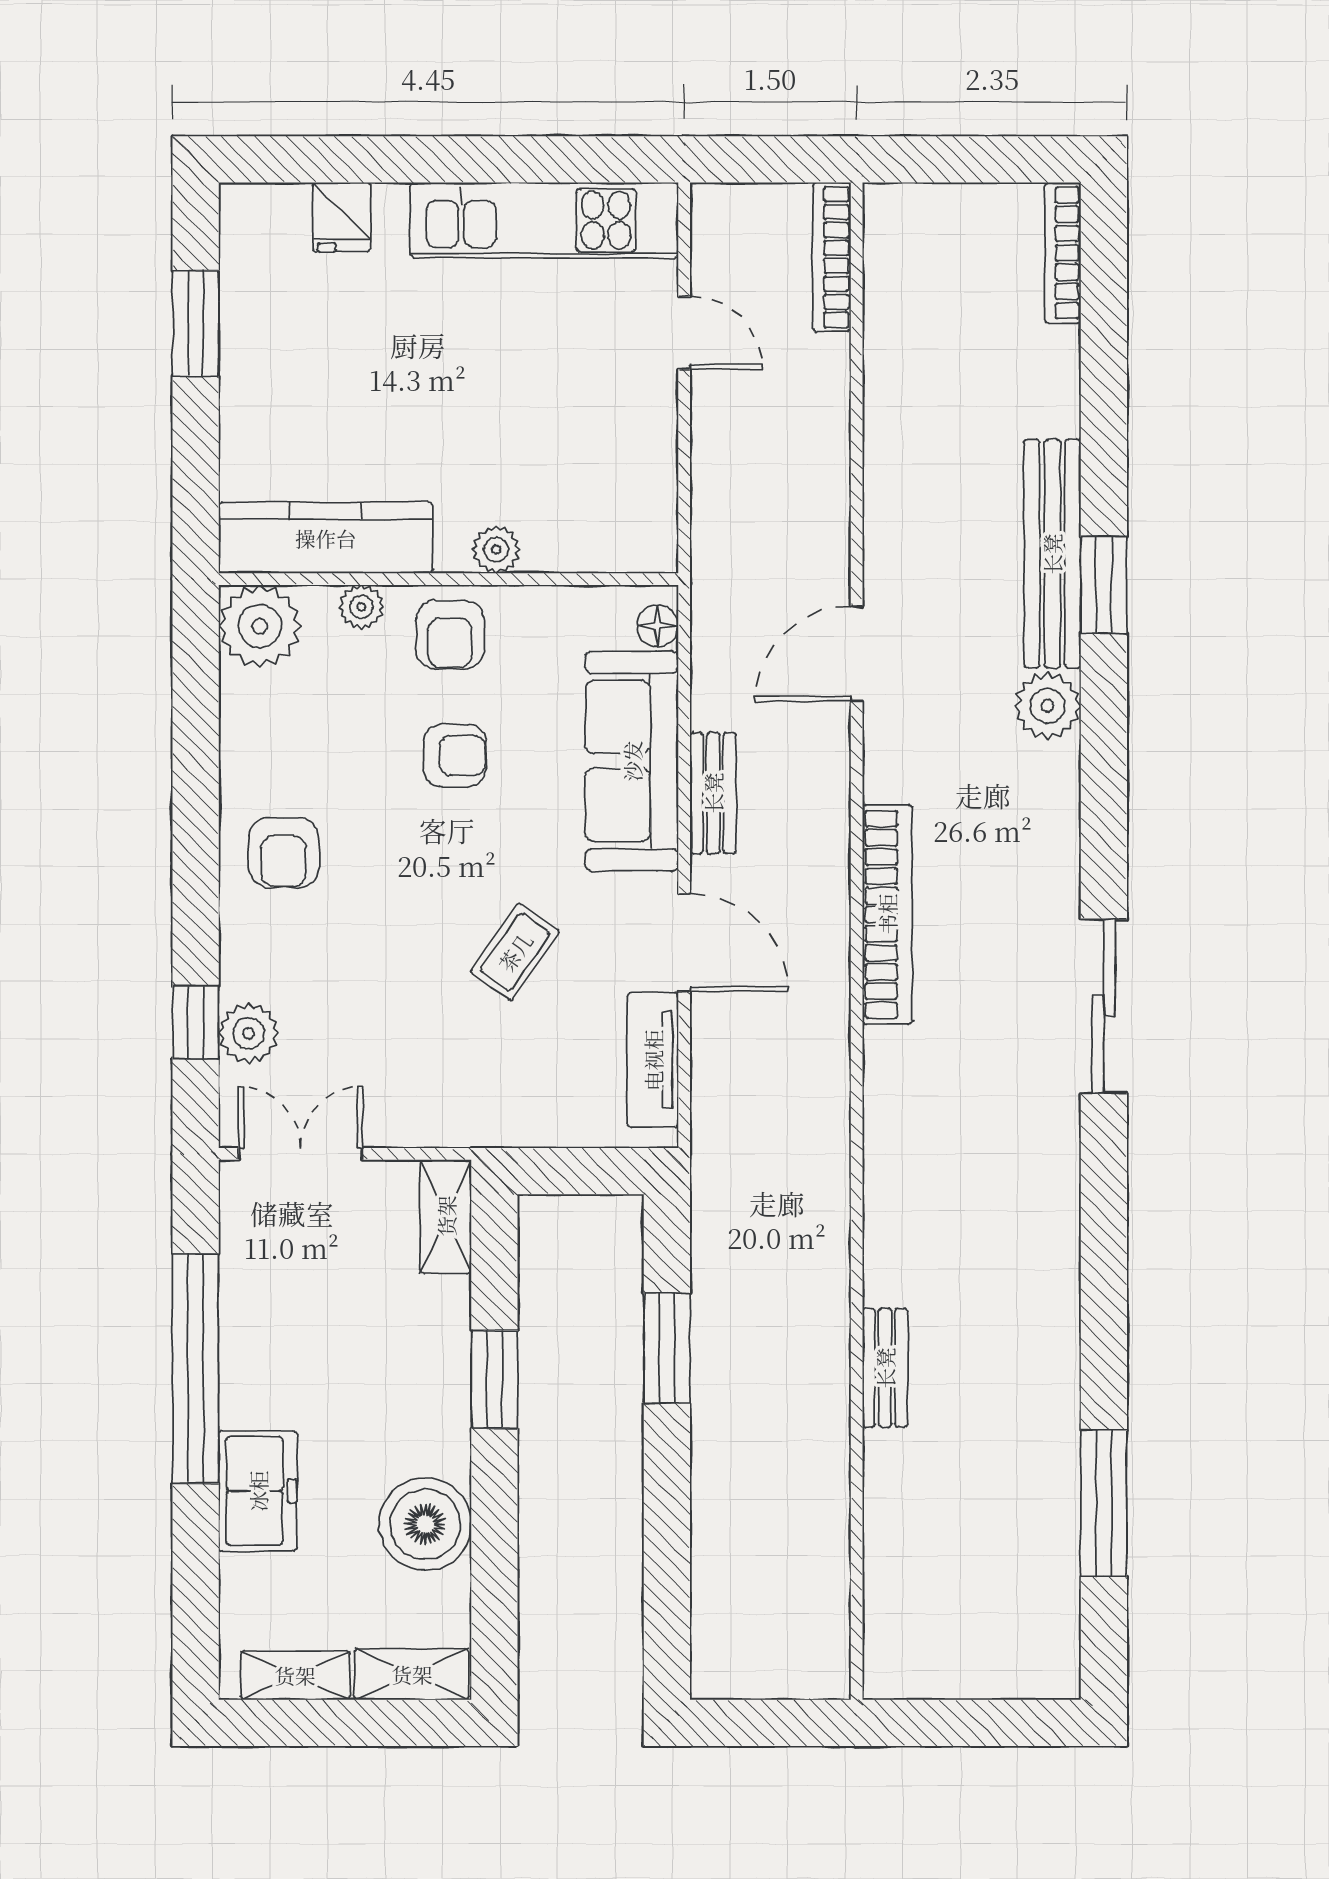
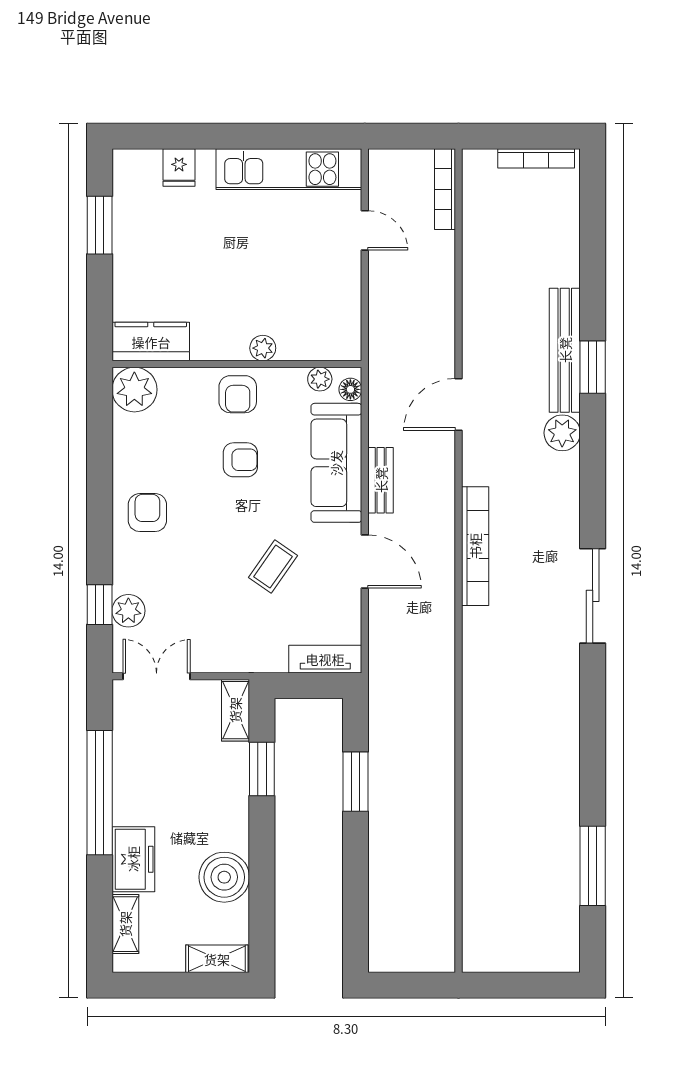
bookcase: (1063, 253) -> (536, 158), moved, turned -90
kitchen counter: (326, 538) -> (151, 342), width x0.67
plant: (361, 607) -> (320, 379), moved
armchair: (284, 853) -> (147, 513), turned 180
tv unit: (653, 1060) -> (325, 659), moved, turned 90
bench: (885, 1368) -> (474, 792), removed
window: (494, 1379) -> (262, 769), moved
shelving: (295, 1675) -> (125, 924), moved, turned 90

